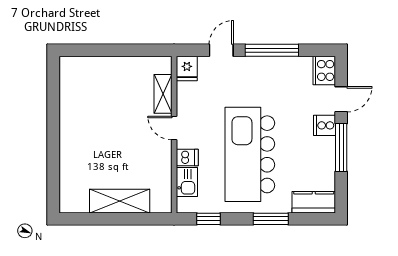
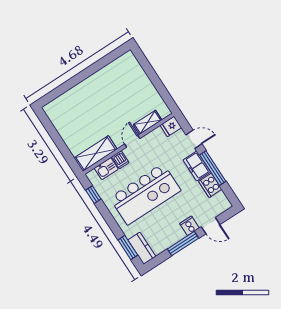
freezer: (257, 68) -> (197, 166), added
cooker: (324, 70) -> (210, 185), moved, turned -90
kitchen island: (250, 154) -> (145, 194), turned 180
shelving: (120, 201) -> (96, 154), moved, turned 90
window: (271, 219) -> (128, 248), moved

